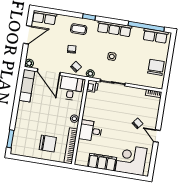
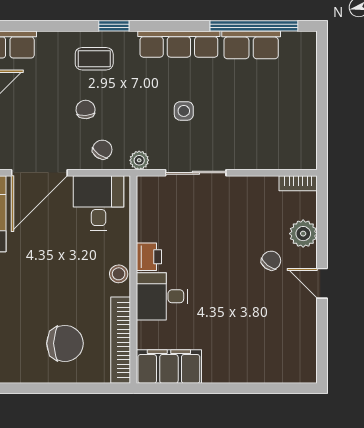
row of seats: (155, 36) -> (251, 45), moved
chair: (156, 67) -> (293, 120), removed
door: (49, 72) -> (39, 173), hinge flipped
printer: (92, 86) -> (149, 257), moved
plant: (152, 115) -> (303, 234), added
corner desk: (131, 160) -> (270, 350), removed
filing cabinet: (102, 162) -> (169, 367), moved

